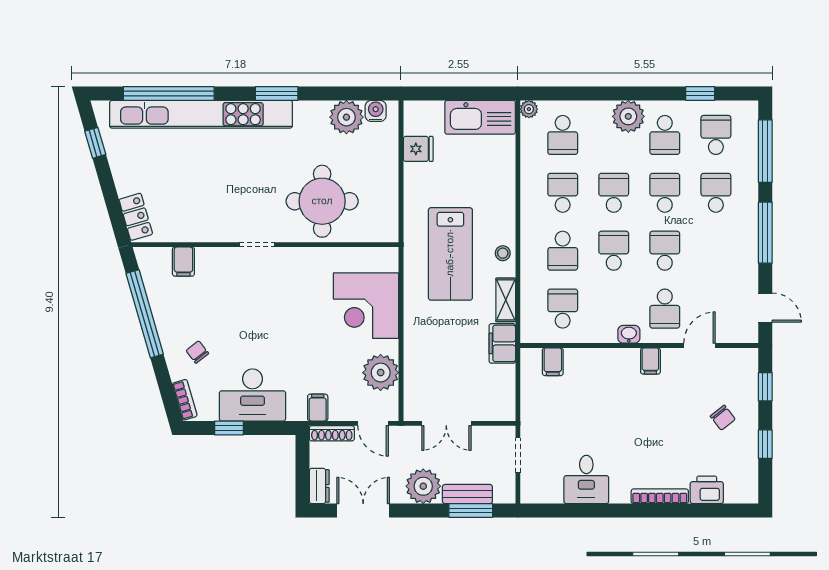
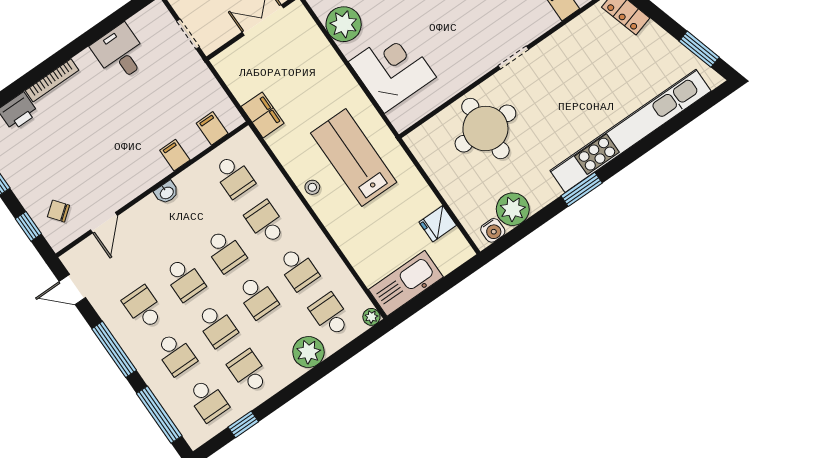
window: (169, 93) -> (668, 129), removed
plant: (628, 116) -> (308, 352), moved
window: (95, 143) -> (699, 49), width x1.50
shelving: (506, 300) -> (284, 152), removed
school desk: (665, 309) -> (143, 308), moved
filing cabinet: (650, 361) -> (175, 155), moved
chair: (723, 418) -> (59, 211), moved

